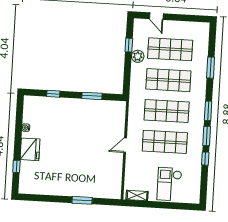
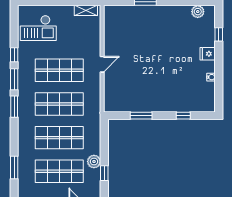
window: (211, 68) -> (14, 167), moved
fridge: (30, 149) -> (208, 54), width x0.53, depth x0.75
checkout: (169, 184) -> (38, 28), moved, turned 90
plant: (34, 188) -> (198, 12), added

